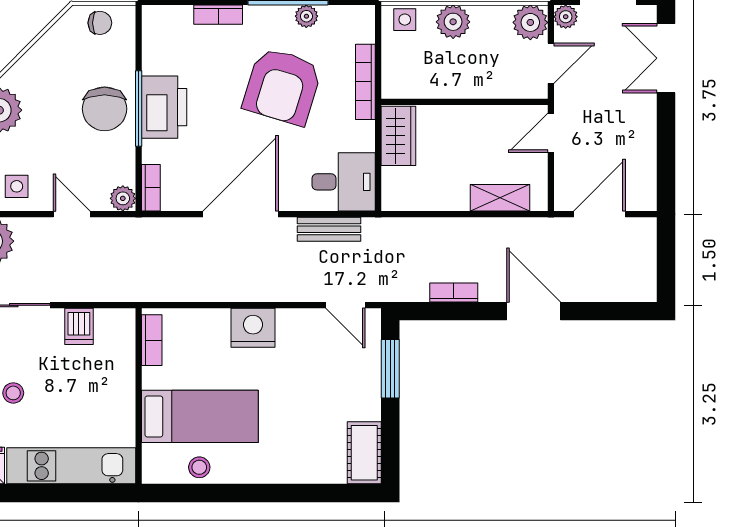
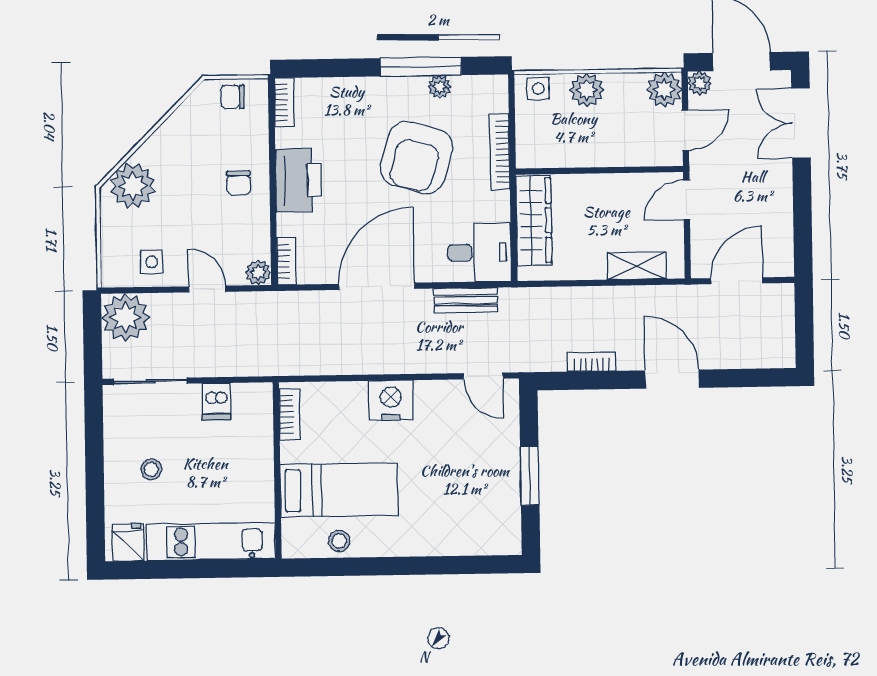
bookcase: (218, 15) -> (284, 102), moved, turned -90
chair: (100, 23) -> (232, 97), turned 180
window: (139, 108) -> (273, 182), removed
chair: (105, 109) -> (238, 183), width x0.54, depth x0.54
wardrobe: (398, 136) -> (534, 220), width x1.50
window: (390, 369) -> (530, 476), moved
cot: (364, 453) -> (504, 524), removed

